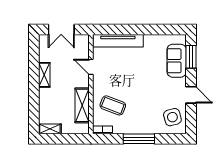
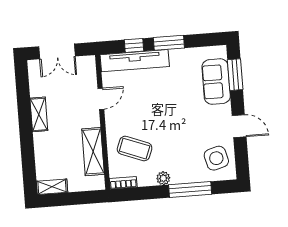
window: (118, 30) -> (134, 45), added
window: (144, 30) -> (169, 43), added
door: (91, 67) -> (101, 99), swing flipped
plant: (132, 129) -> (163, 178), added
window: (139, 139) -> (190, 189), moved

